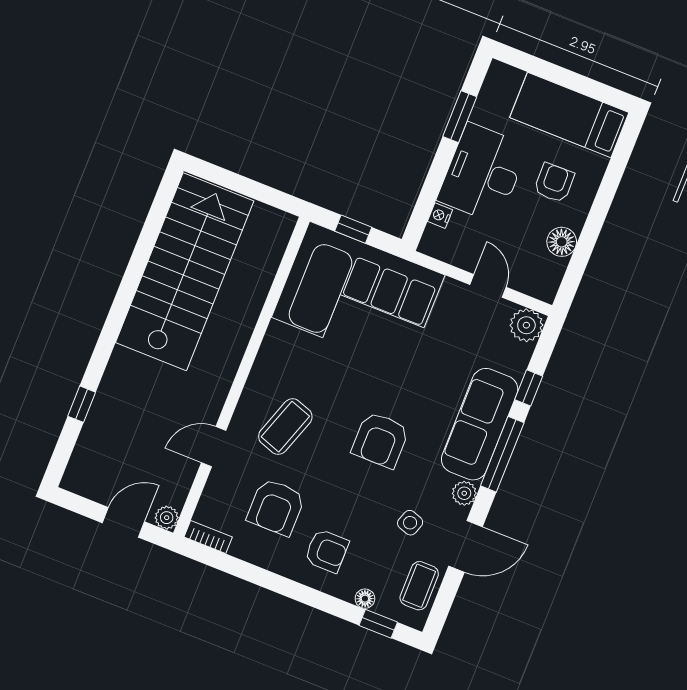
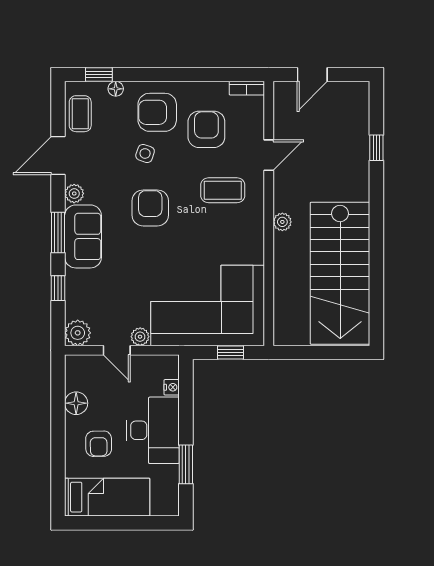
plant: (454, 291) -> (140, 337), added
sofa: (480, 424) -> (83, 236), width x0.73
coffee table: (285, 427) -> (223, 190), turned 71
window: (502, 454) -> (58, 233), width x0.69
plant: (167, 518) -> (282, 222), moved
side table: (410, 523) -> (145, 153), moved
armchair: (327, 551) -> (157, 112), width x1.38, depth x1.38

